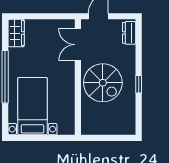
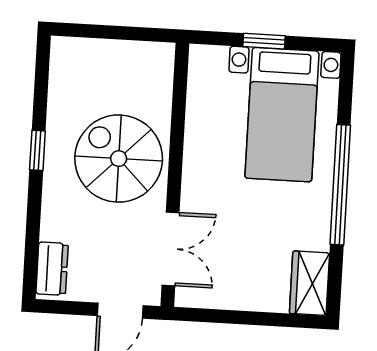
window: (42, 138) -> (264, 41), added

